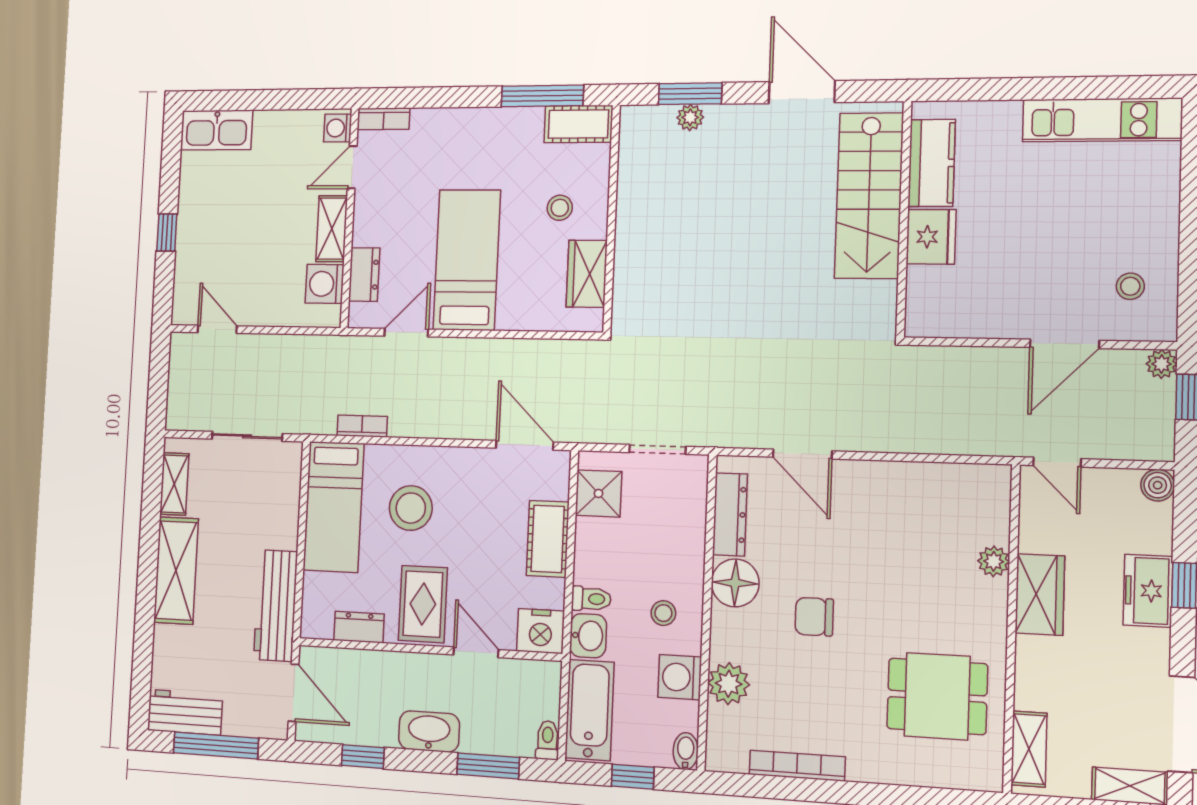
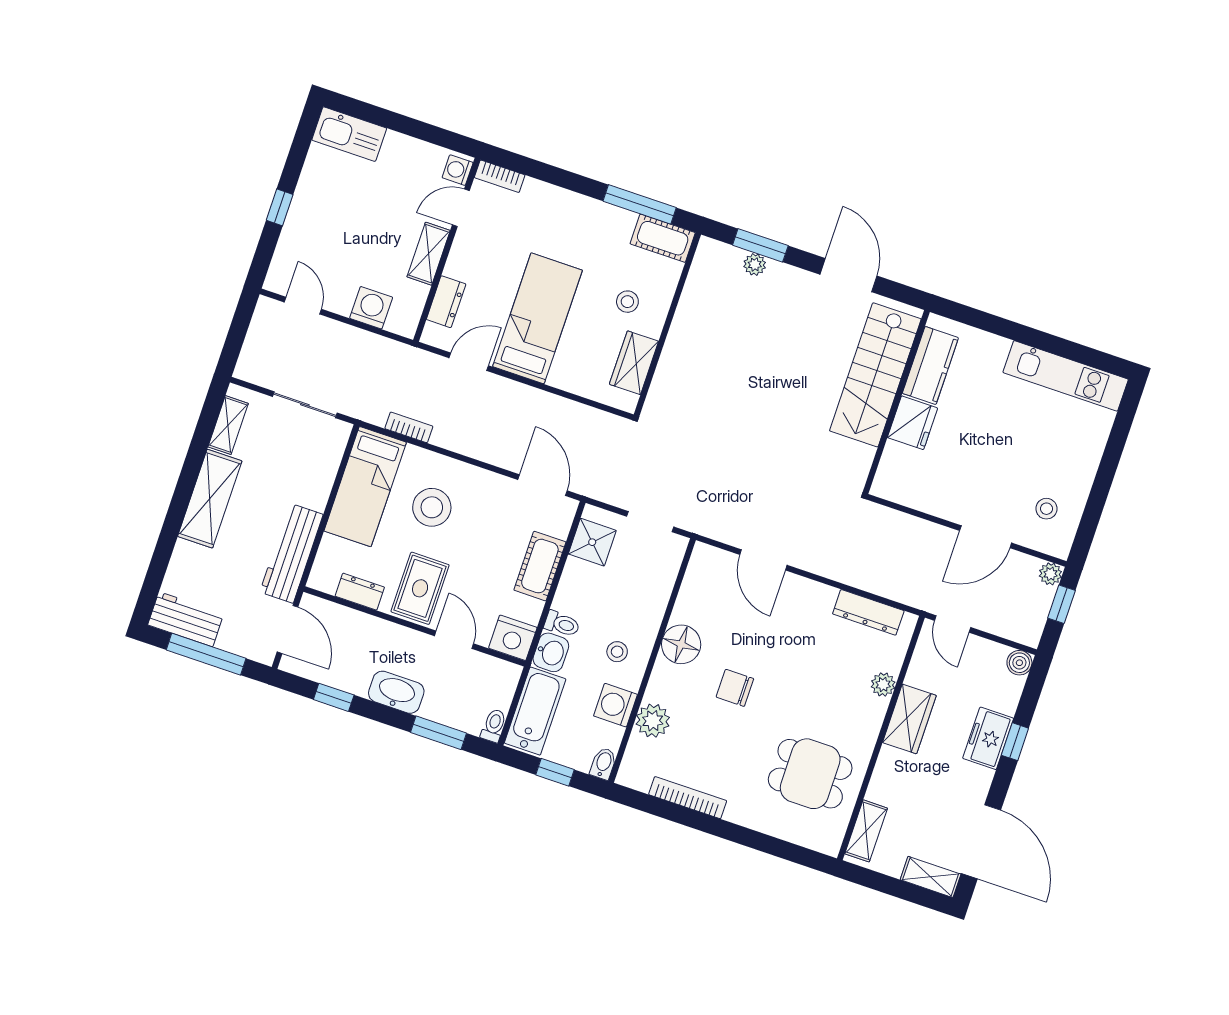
washing machine: (325, 284) -> (371, 308), moved, turned 90
dresser: (730, 514) -> (868, 612), moved, turned 90

